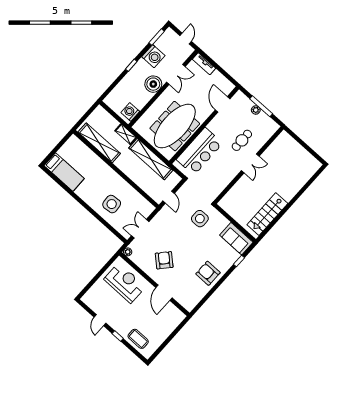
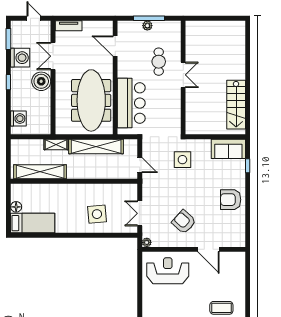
double door: (176, 74) -> (53, 56), swing flipped
washing machine: (130, 112) -> (18, 119), moved, turned 180
floor lamp: (63, 152) -> (16, 207), added

